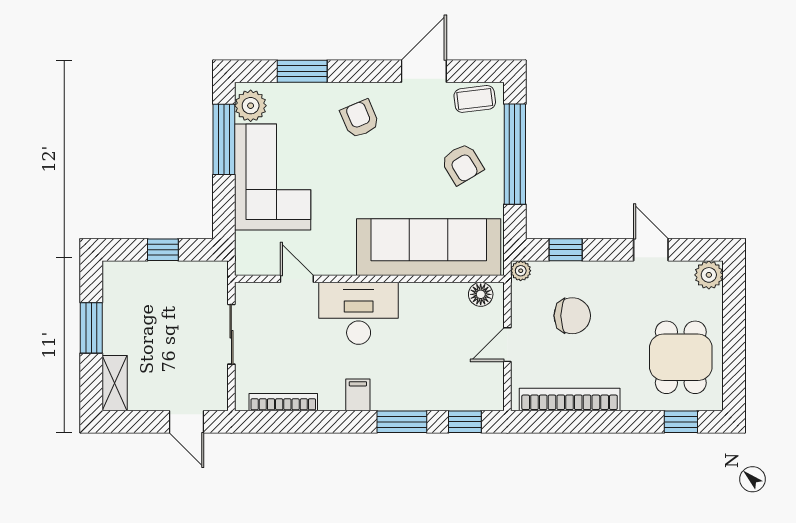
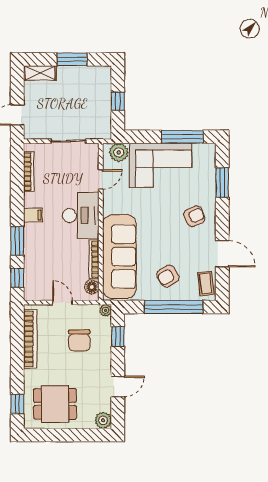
plant: (251, 106) -> (119, 152), moved
bookcase: (433, 291) -> (94, 259), added

